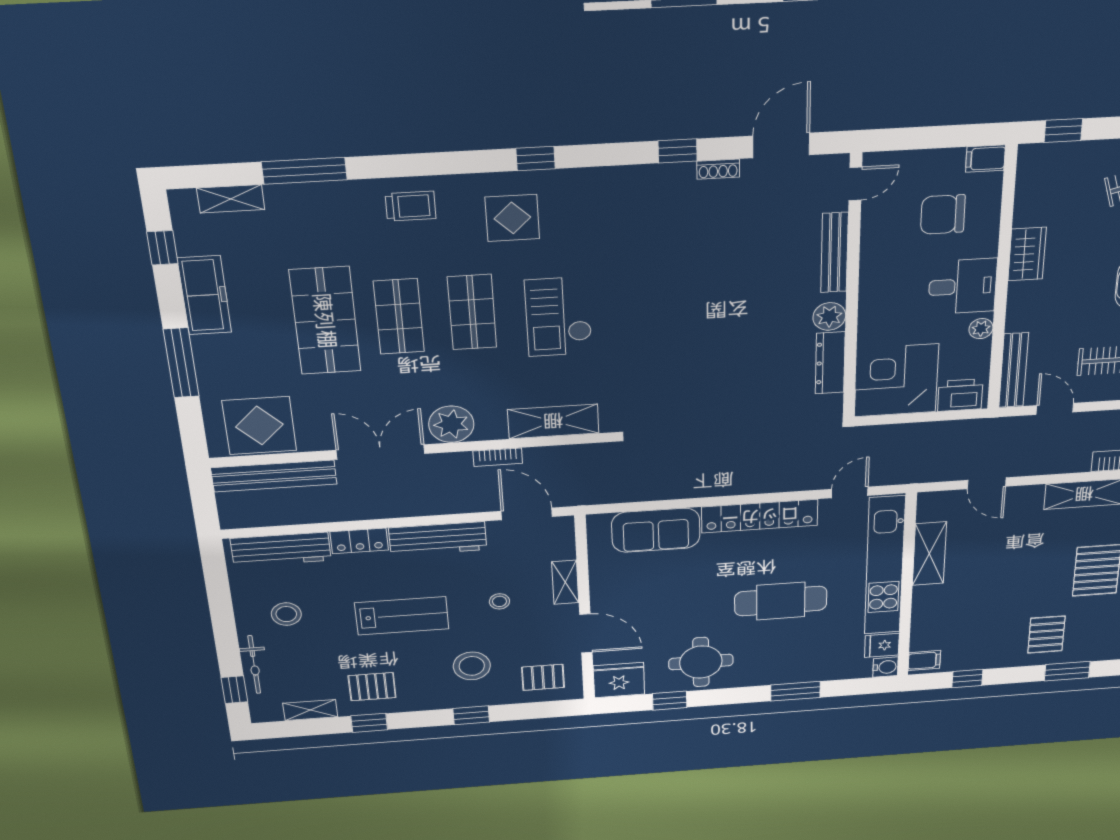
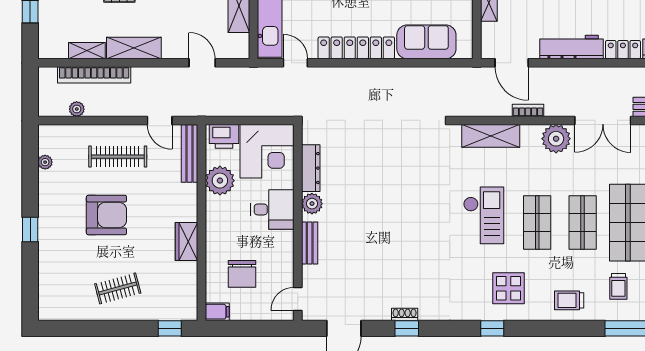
shoe rack: (718, 169) -> (405, 314), moved
chair: (943, 214) -> (242, 274), turned 90
trolley: (330, 231) -> (618, 286), added
bench: (835, 253) -> (310, 243), width x0.73
desk: (963, 286) -> (272, 209), moved, turned 180
plant: (981, 329) -> (220, 181), width x1.87, depth x1.87
door: (850, 492) -> (295, 63), swing flipped

